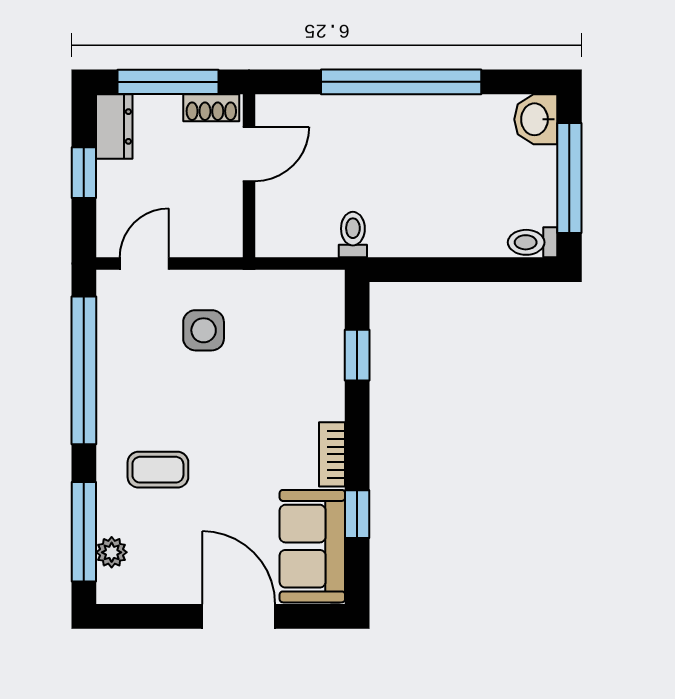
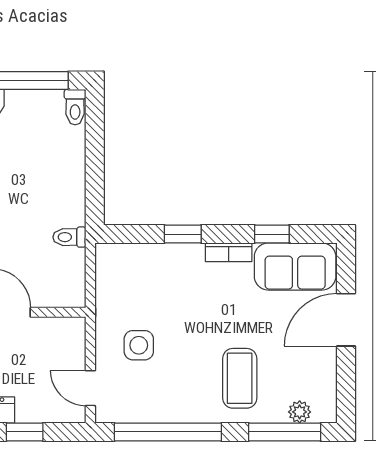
window: (357, 355) -> (183, 234), moved
coffee table: (158, 470) -> (240, 378), width x1.36, depth x1.30

